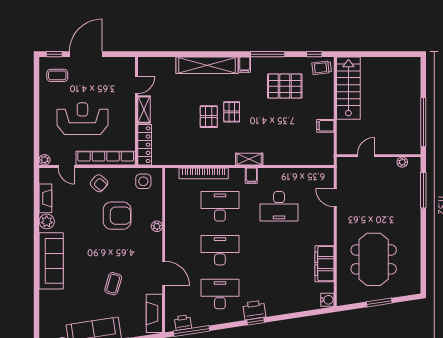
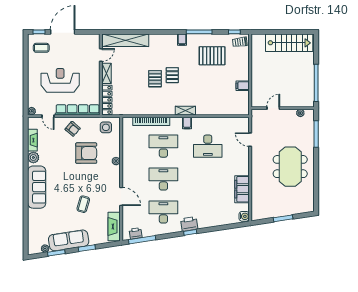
shelving: (207, 65) -> (125, 40), moved
stairs: (348, 88) -> (289, 43), moved, turned 90
meeting table: (374, 259) -> (290, 167), moved

